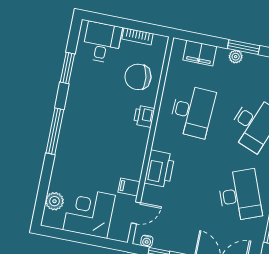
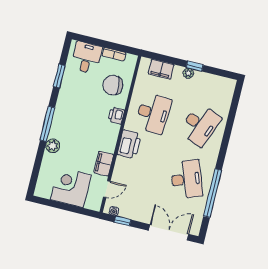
window: (244, 47) -> (195, 66), width x0.67
printer: (159, 169) -> (129, 144), moved
filing cabinet: (129, 187) -> (104, 164), width x2.00
plant: (54, 201) -> (53, 146), moved

